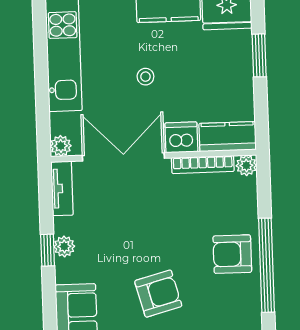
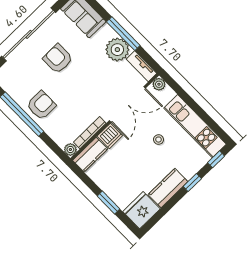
stool: (145, 77) -> (159, 140), moved
plant: (64, 246) -> (117, 50), width x1.87, depth x1.87
window: (48, 250) -> (123, 34), width x2.17
armchair: (158, 294) -> (58, 59), turned 105

